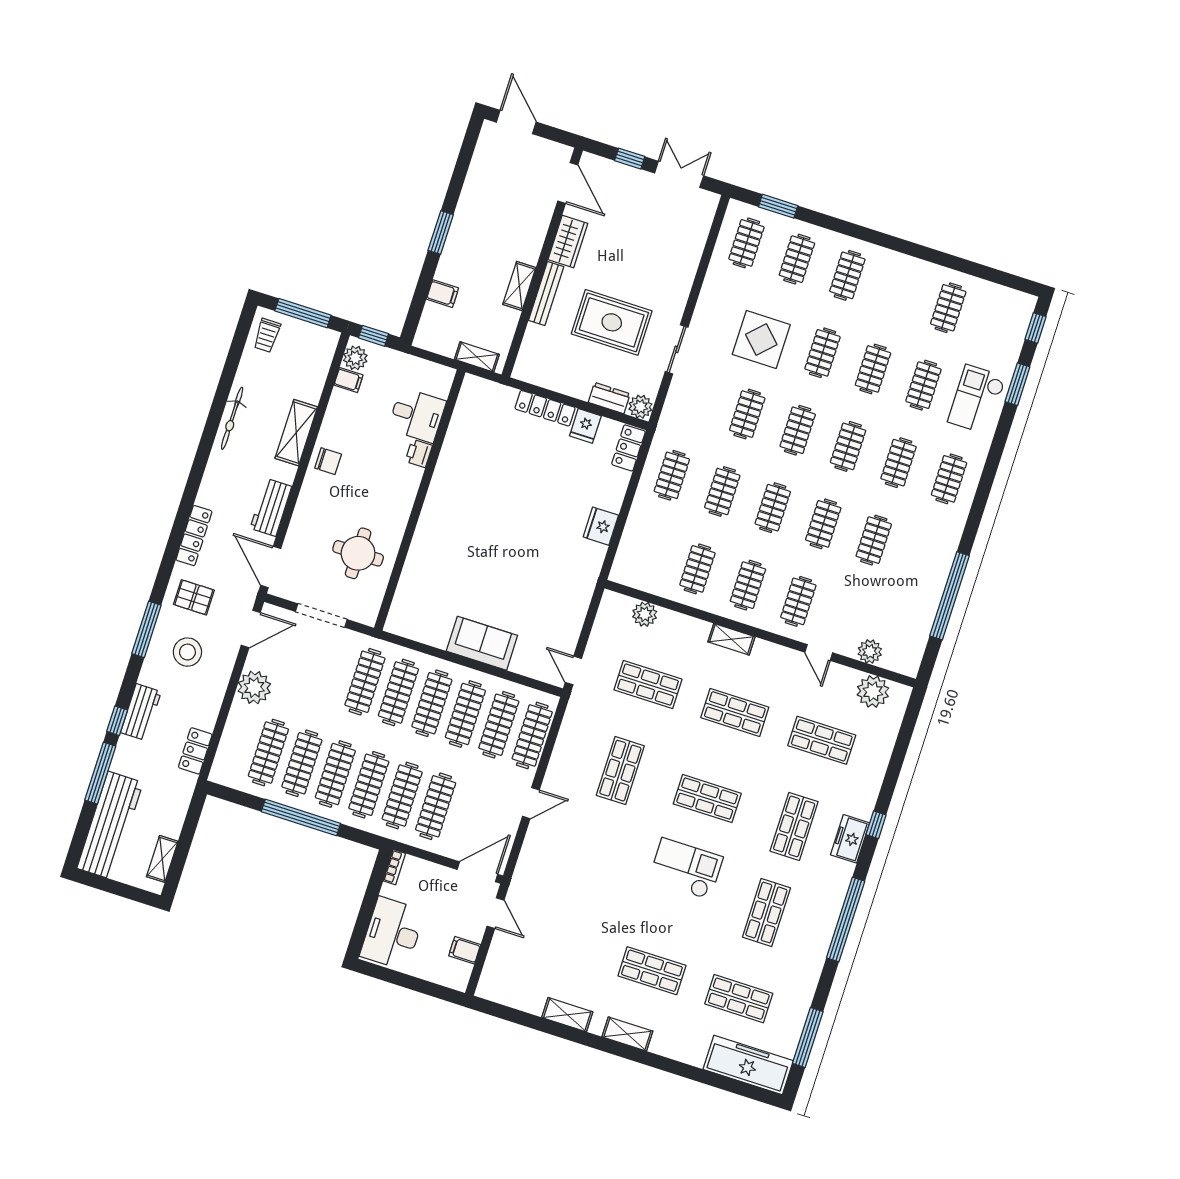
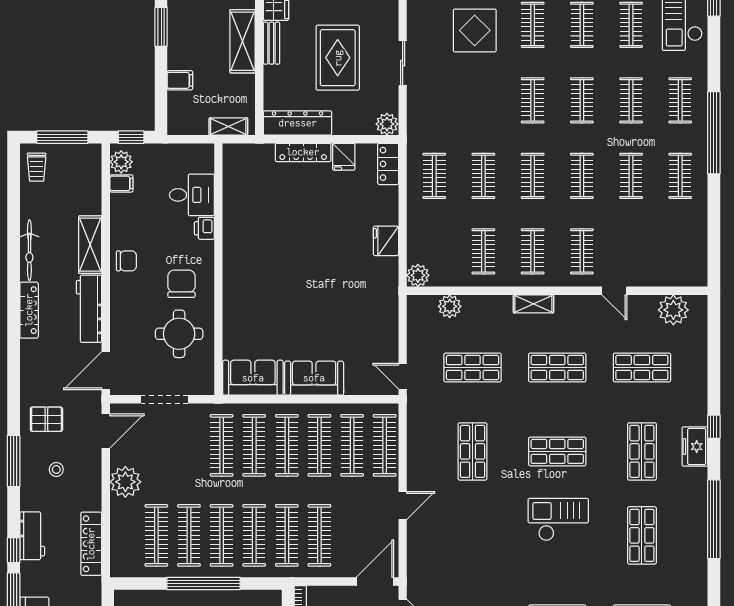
shelving: (519, 286) -> (243, 41), width x1.50, depth x1.33
bench: (546, 293) -> (271, 43), width x0.73
rug: (612, 322) -> (338, 58), turned 90
dresser: (609, 398) -> (298, 123), moved, width x1.96, depth x1.24
clothes rail: (747, 414) -> (680, 176), moved
chair: (377, 503) -> (181, 284), added
workbench: (271, 507) -> (89, 309), width x1.38
locker: (194, 536) -> (29, 310), moved
door: (271, 567) -> (106, 371), hinge flipped
window: (950, 596) -> (714, 133), moved
sofa: (419, 623) -> (253, 378), added
stool: (187, 652) -> (56, 469), width x0.53, depth x0.53
plant: (870, 652) -> (418, 275), moved
locker: (195, 751) -> (91, 544), width x1.53

